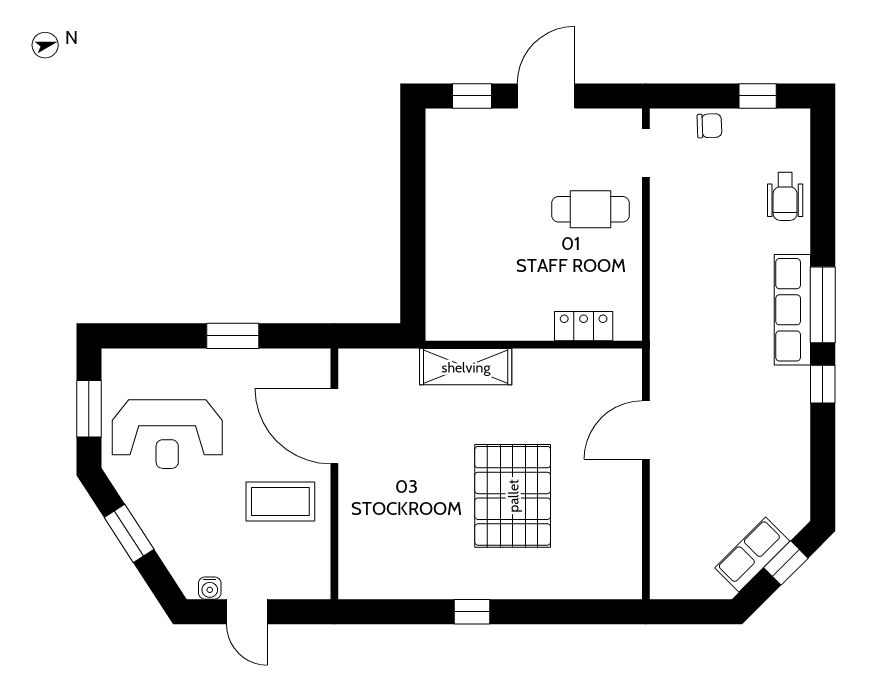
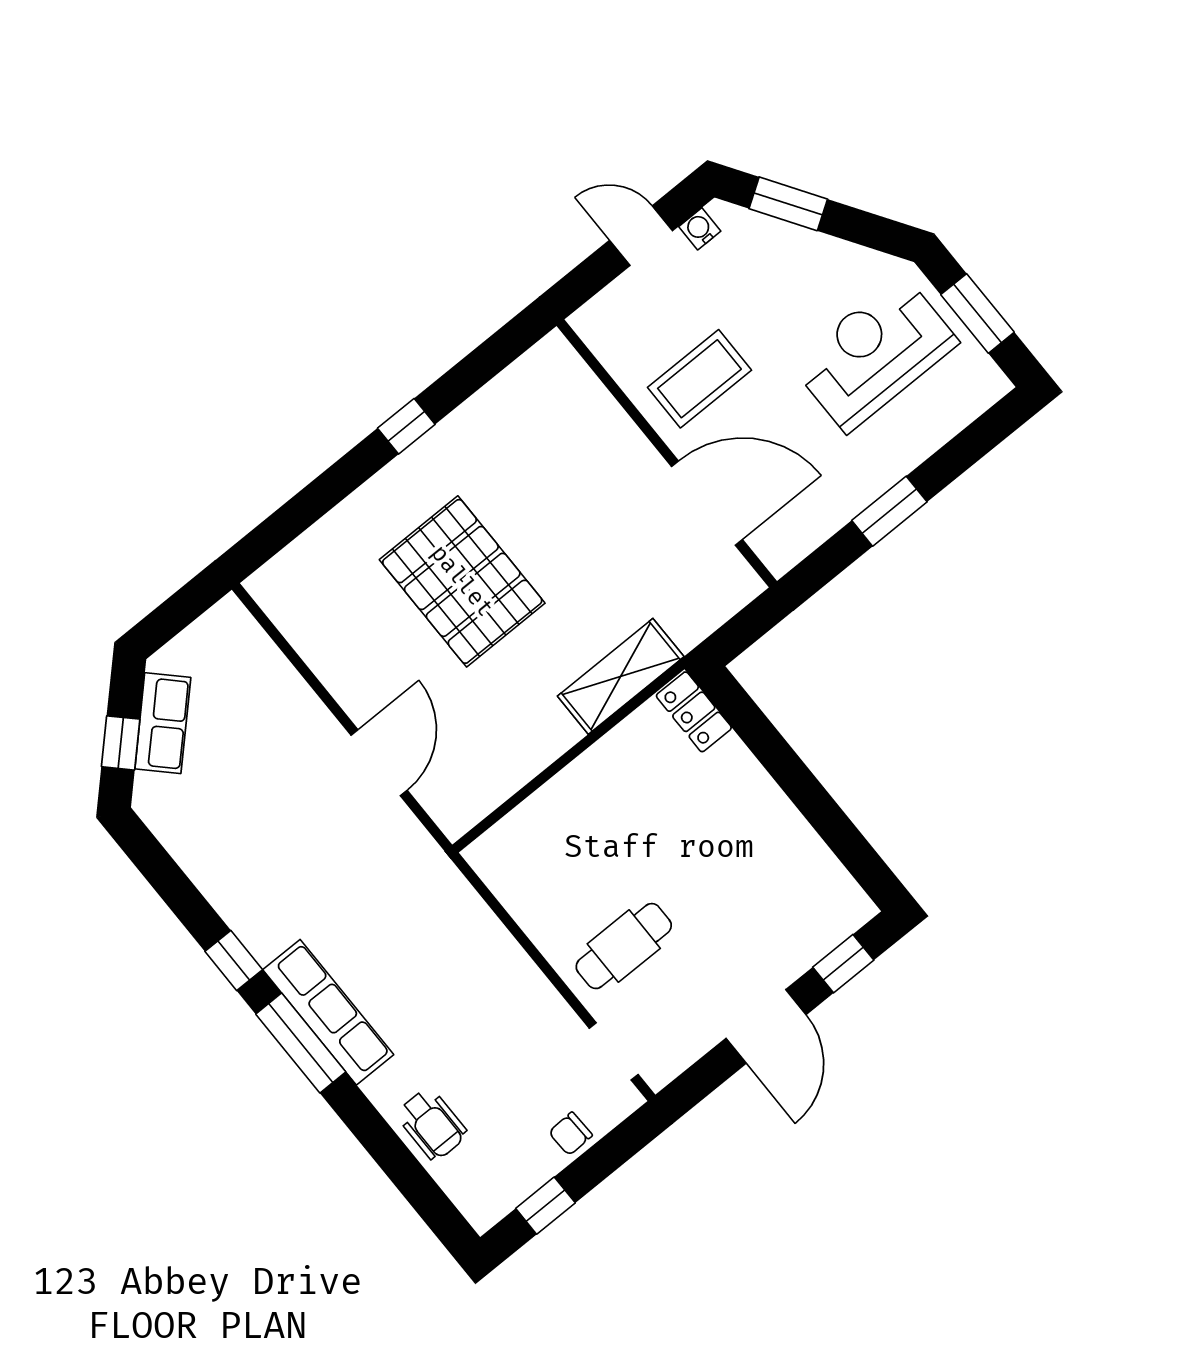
wheelchair: (785, 196) -> (432, 1124), turned 180
locker: (584, 326) -> (694, 712), moved, turned 90
window: (129, 533) -> (788, 204), moved

